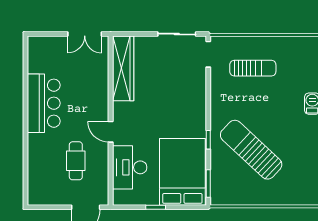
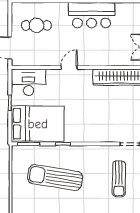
sun lounger: (251, 150) -> (55, 177), turned -124
cafe table: (76, 161) -> (36, 25), moved
desk: (130, 167) -> (28, 82), moved

